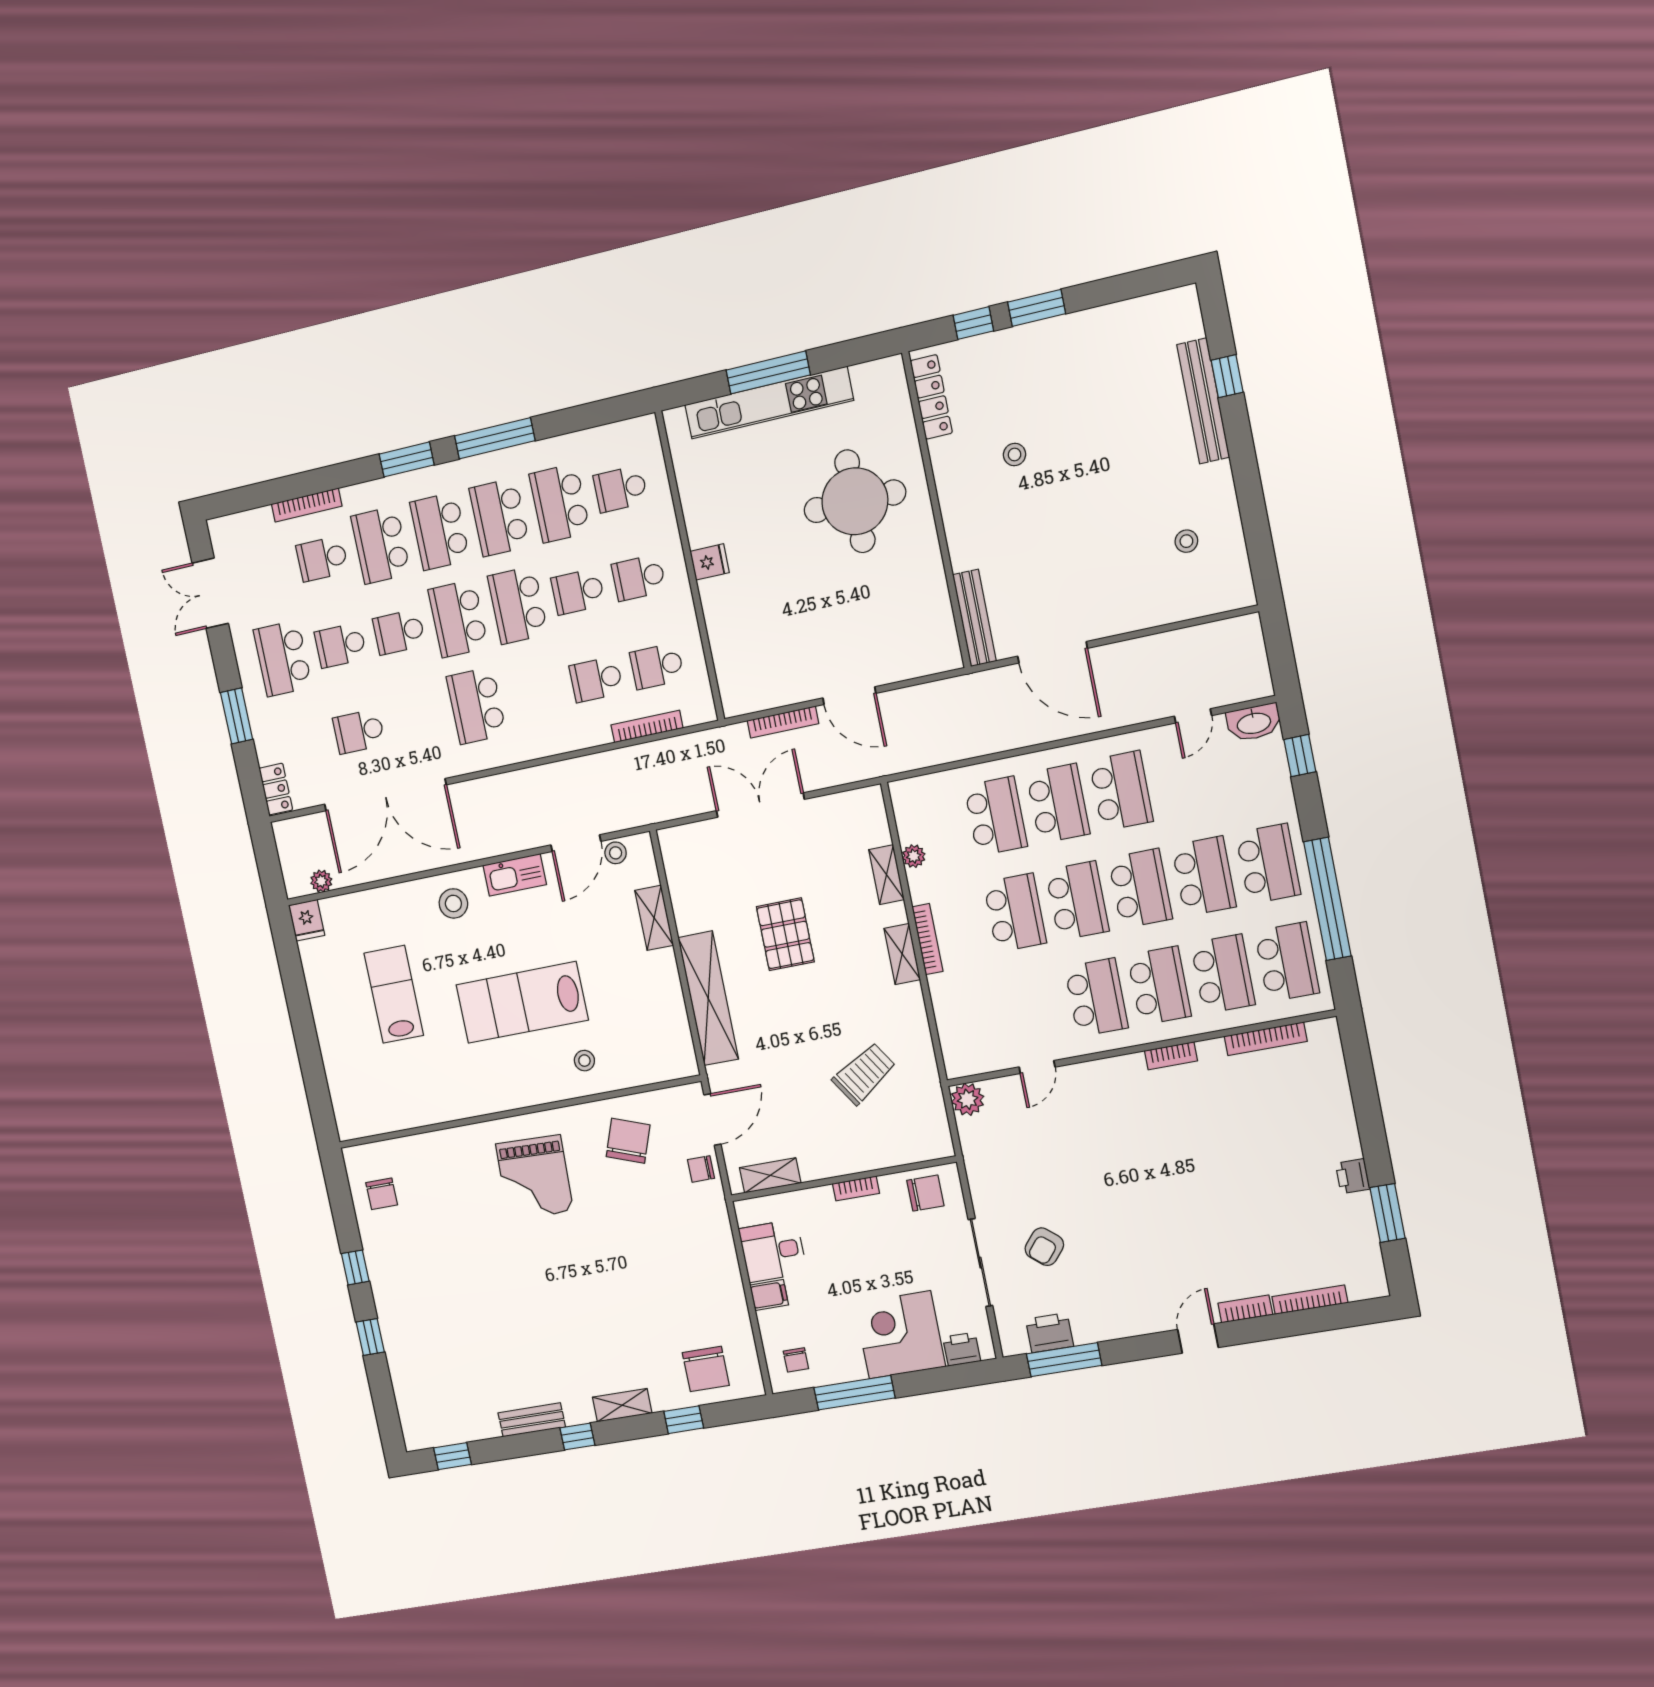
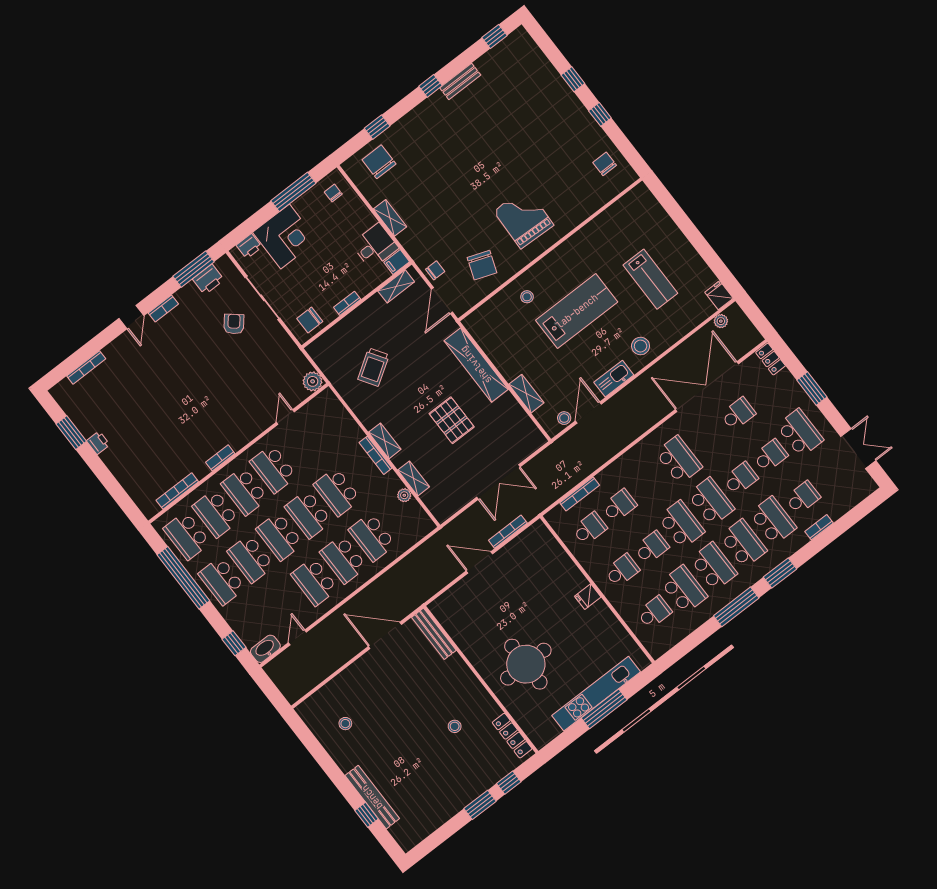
bookcase: (307, 505) -> (819, 527), width x0.64
filing cabinet: (769, 1295) -> (397, 262), moved
bookcase: (1245, 1309) -> (163, 309), moved
shelving: (622, 1405) -> (390, 218), moved, turned 90

